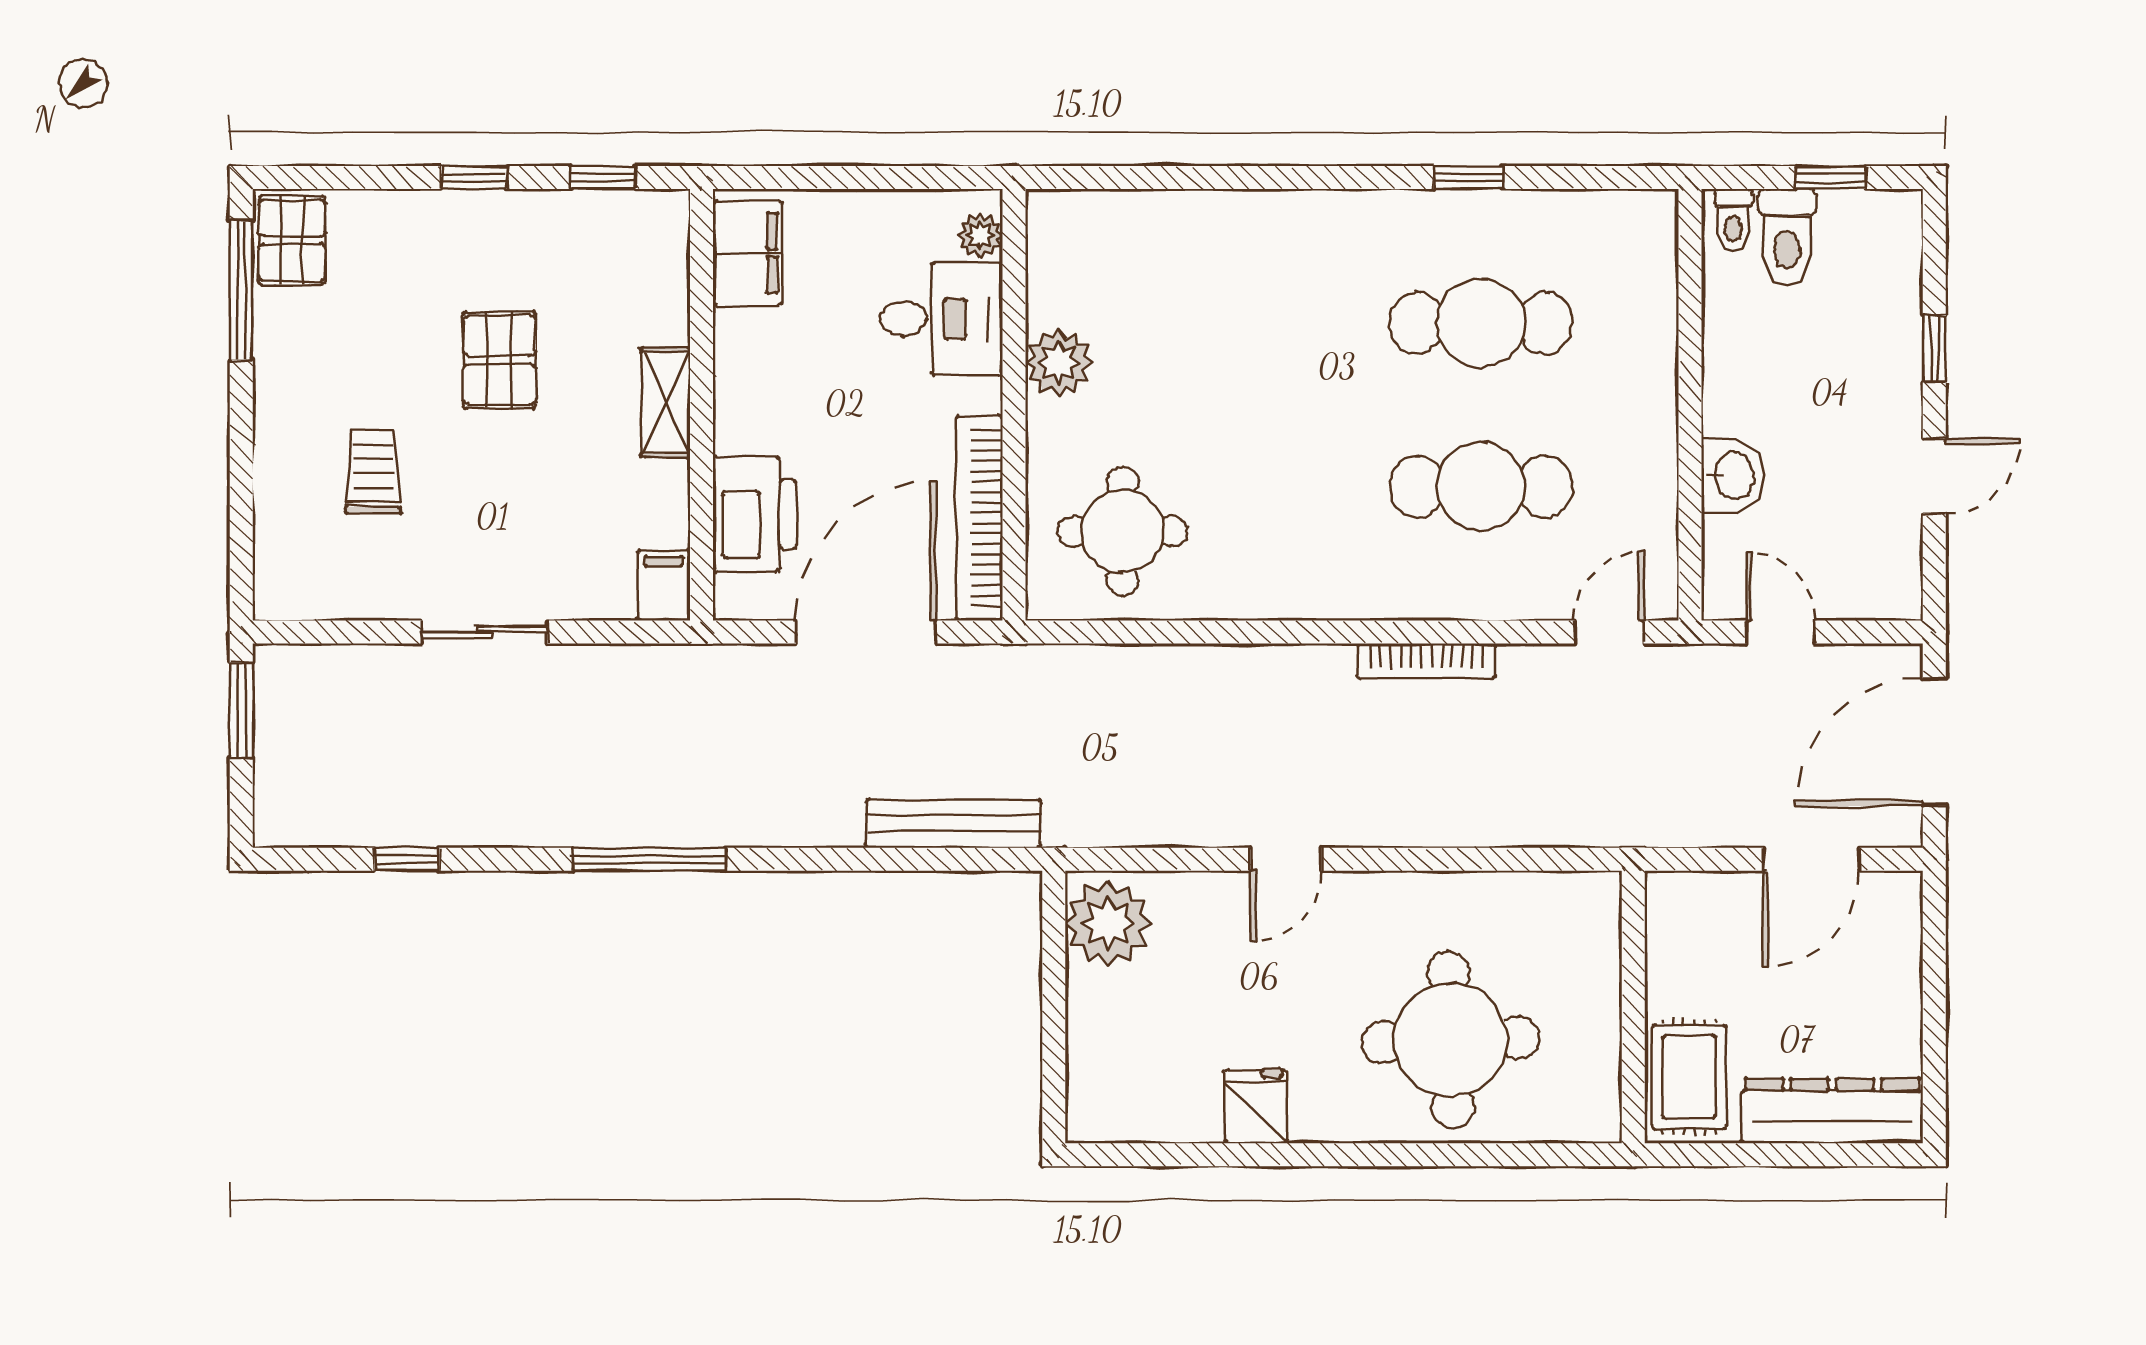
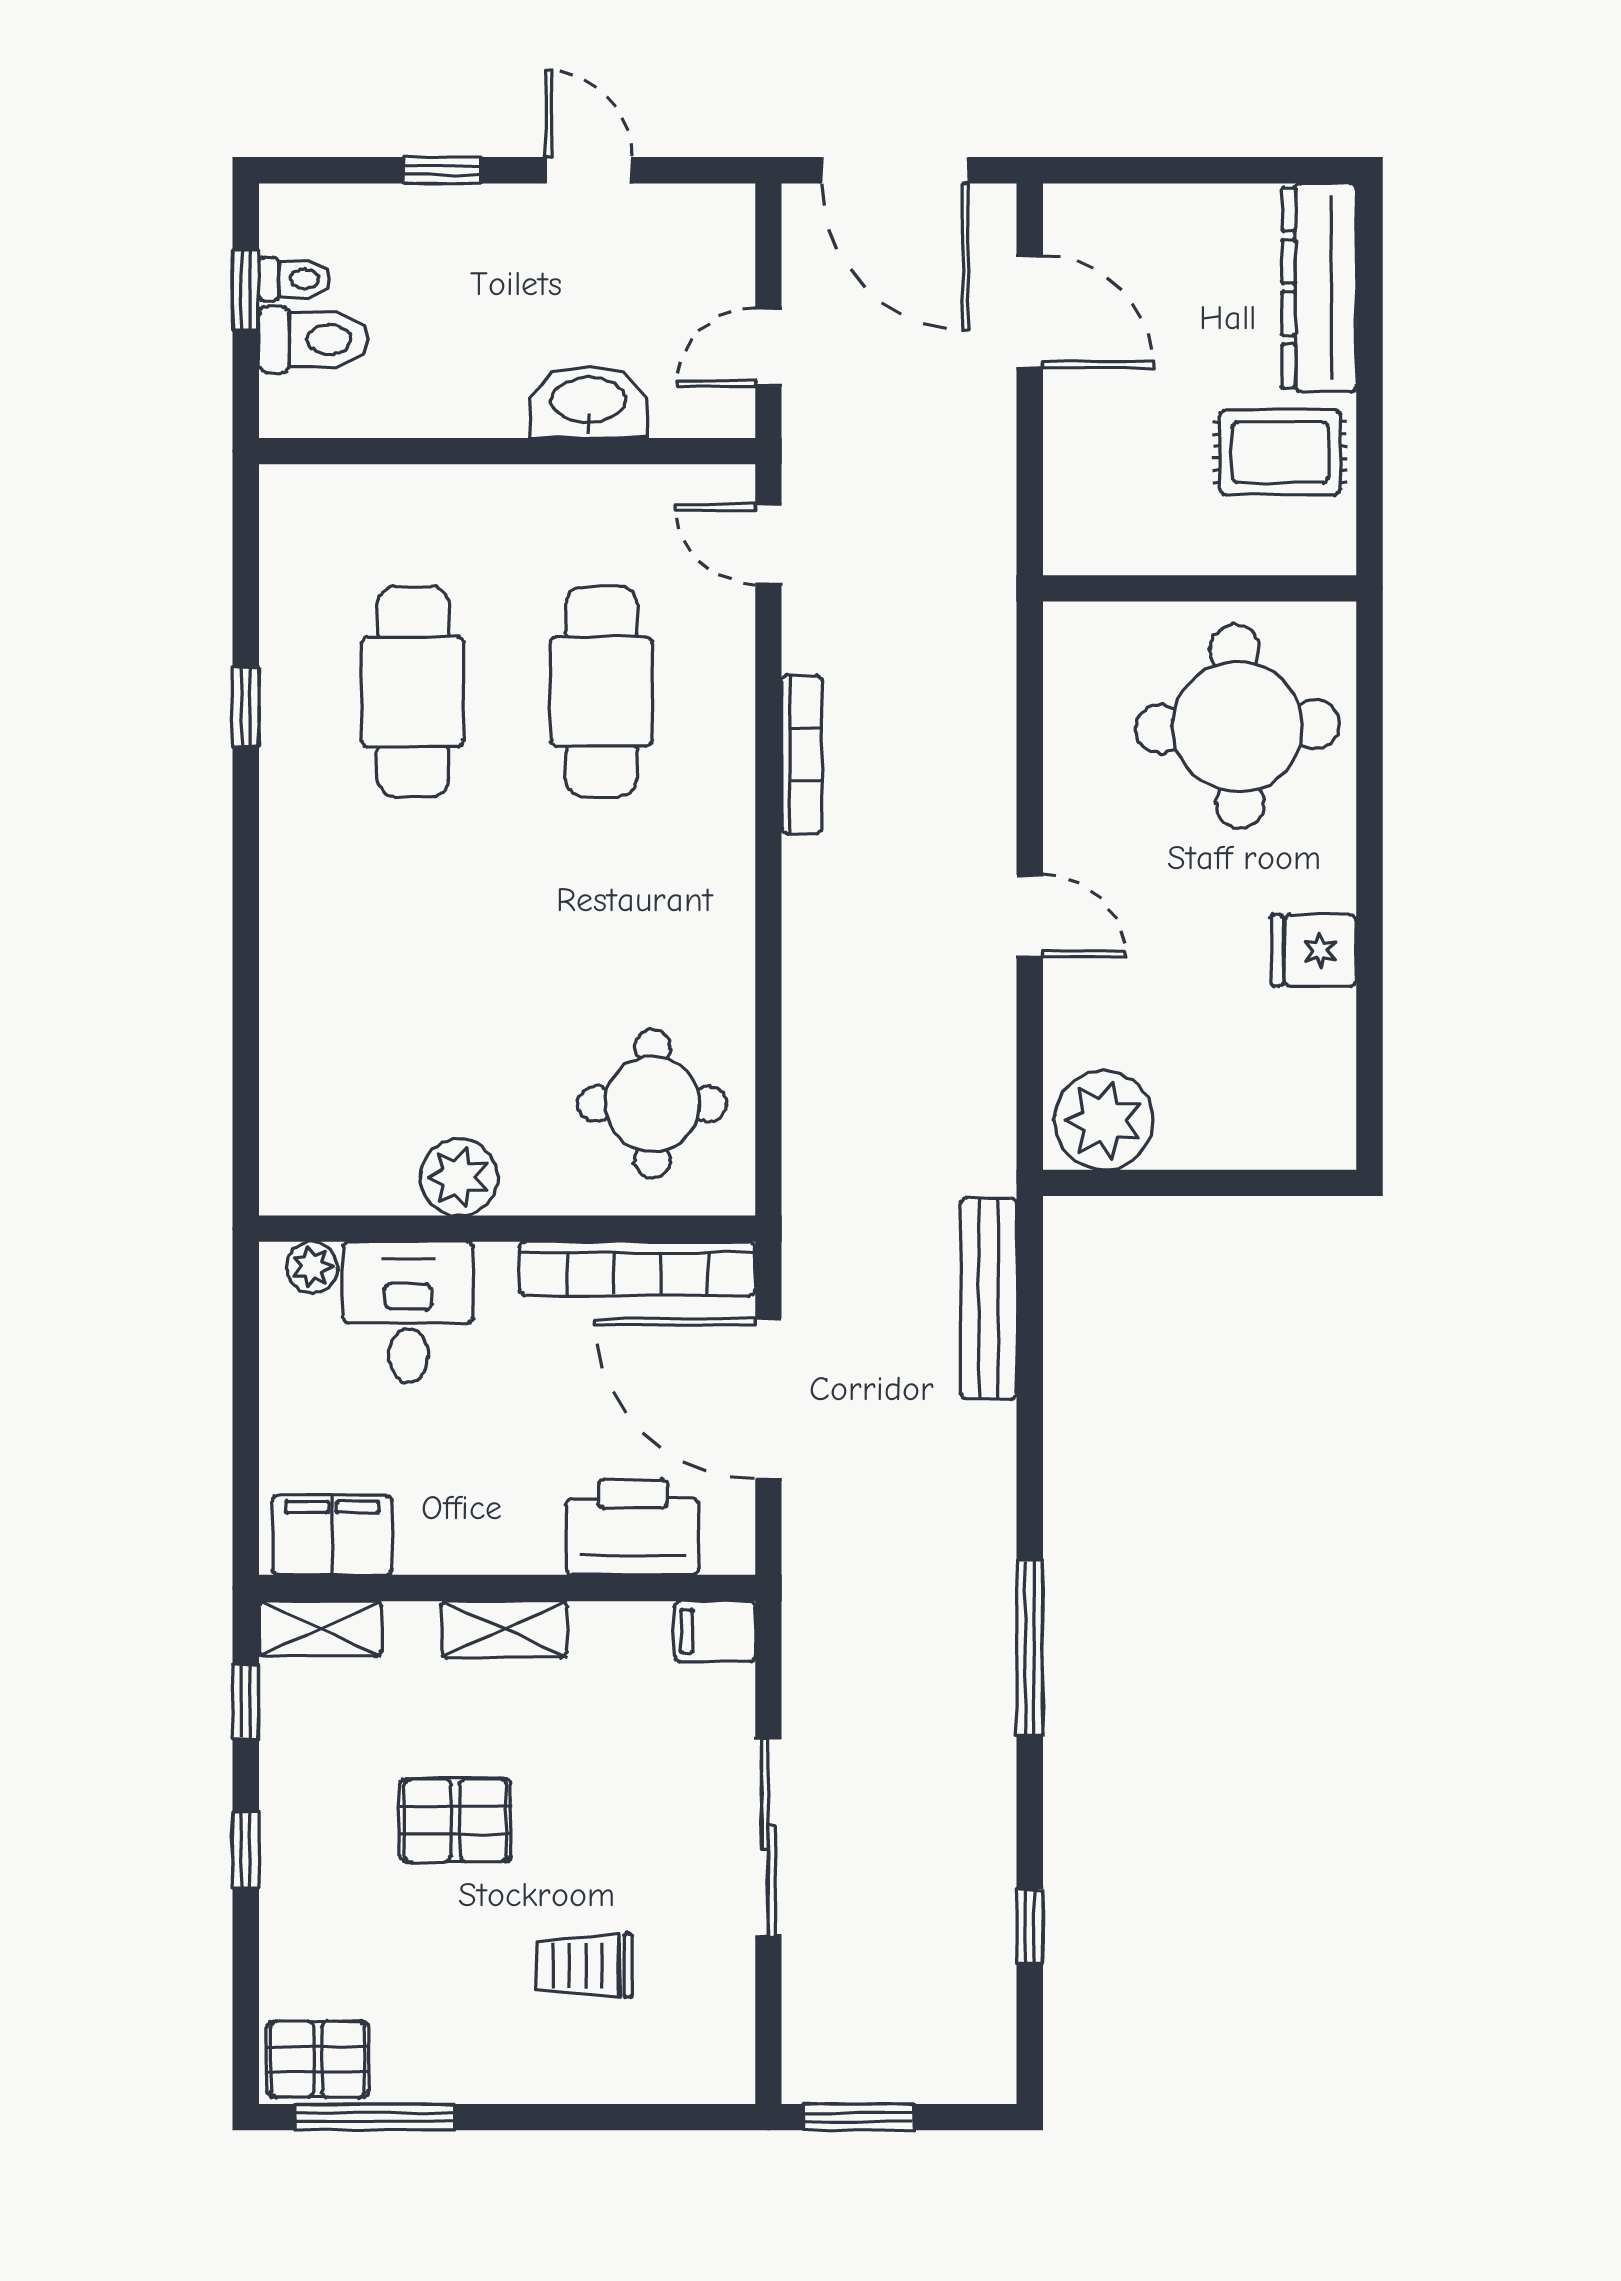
toilet: (1734, 220) -> (295, 279), moved
shelving: (666, 242) -> (320, 1629), added
washbasin: (1733, 476) -> (589, 402), width x1.38
sliding door: (484, 632) -> (768, 1838), width x1.37
wall: (1633, 1007) -> (1200, 588), moved

